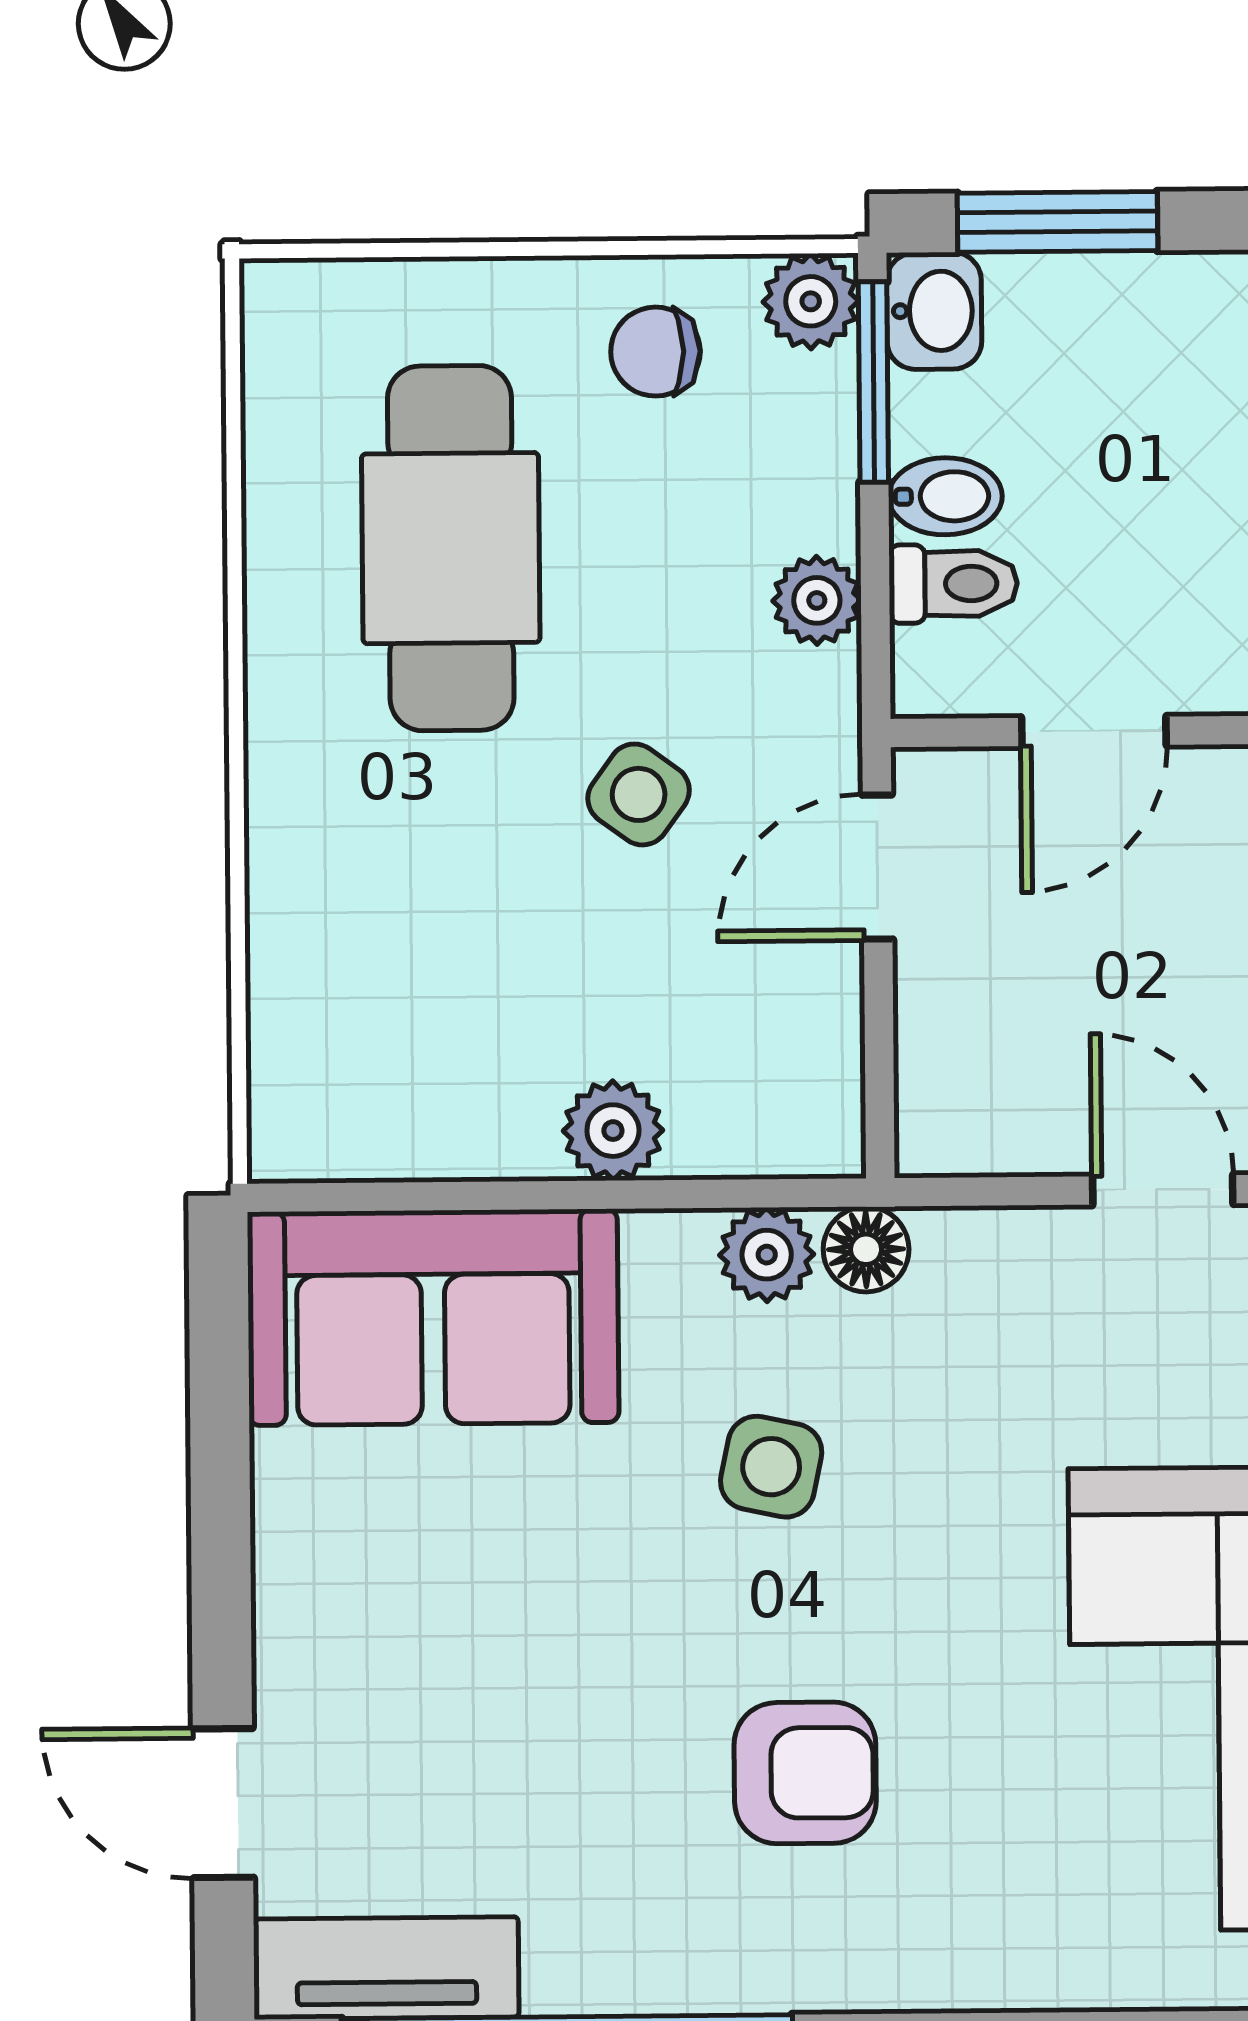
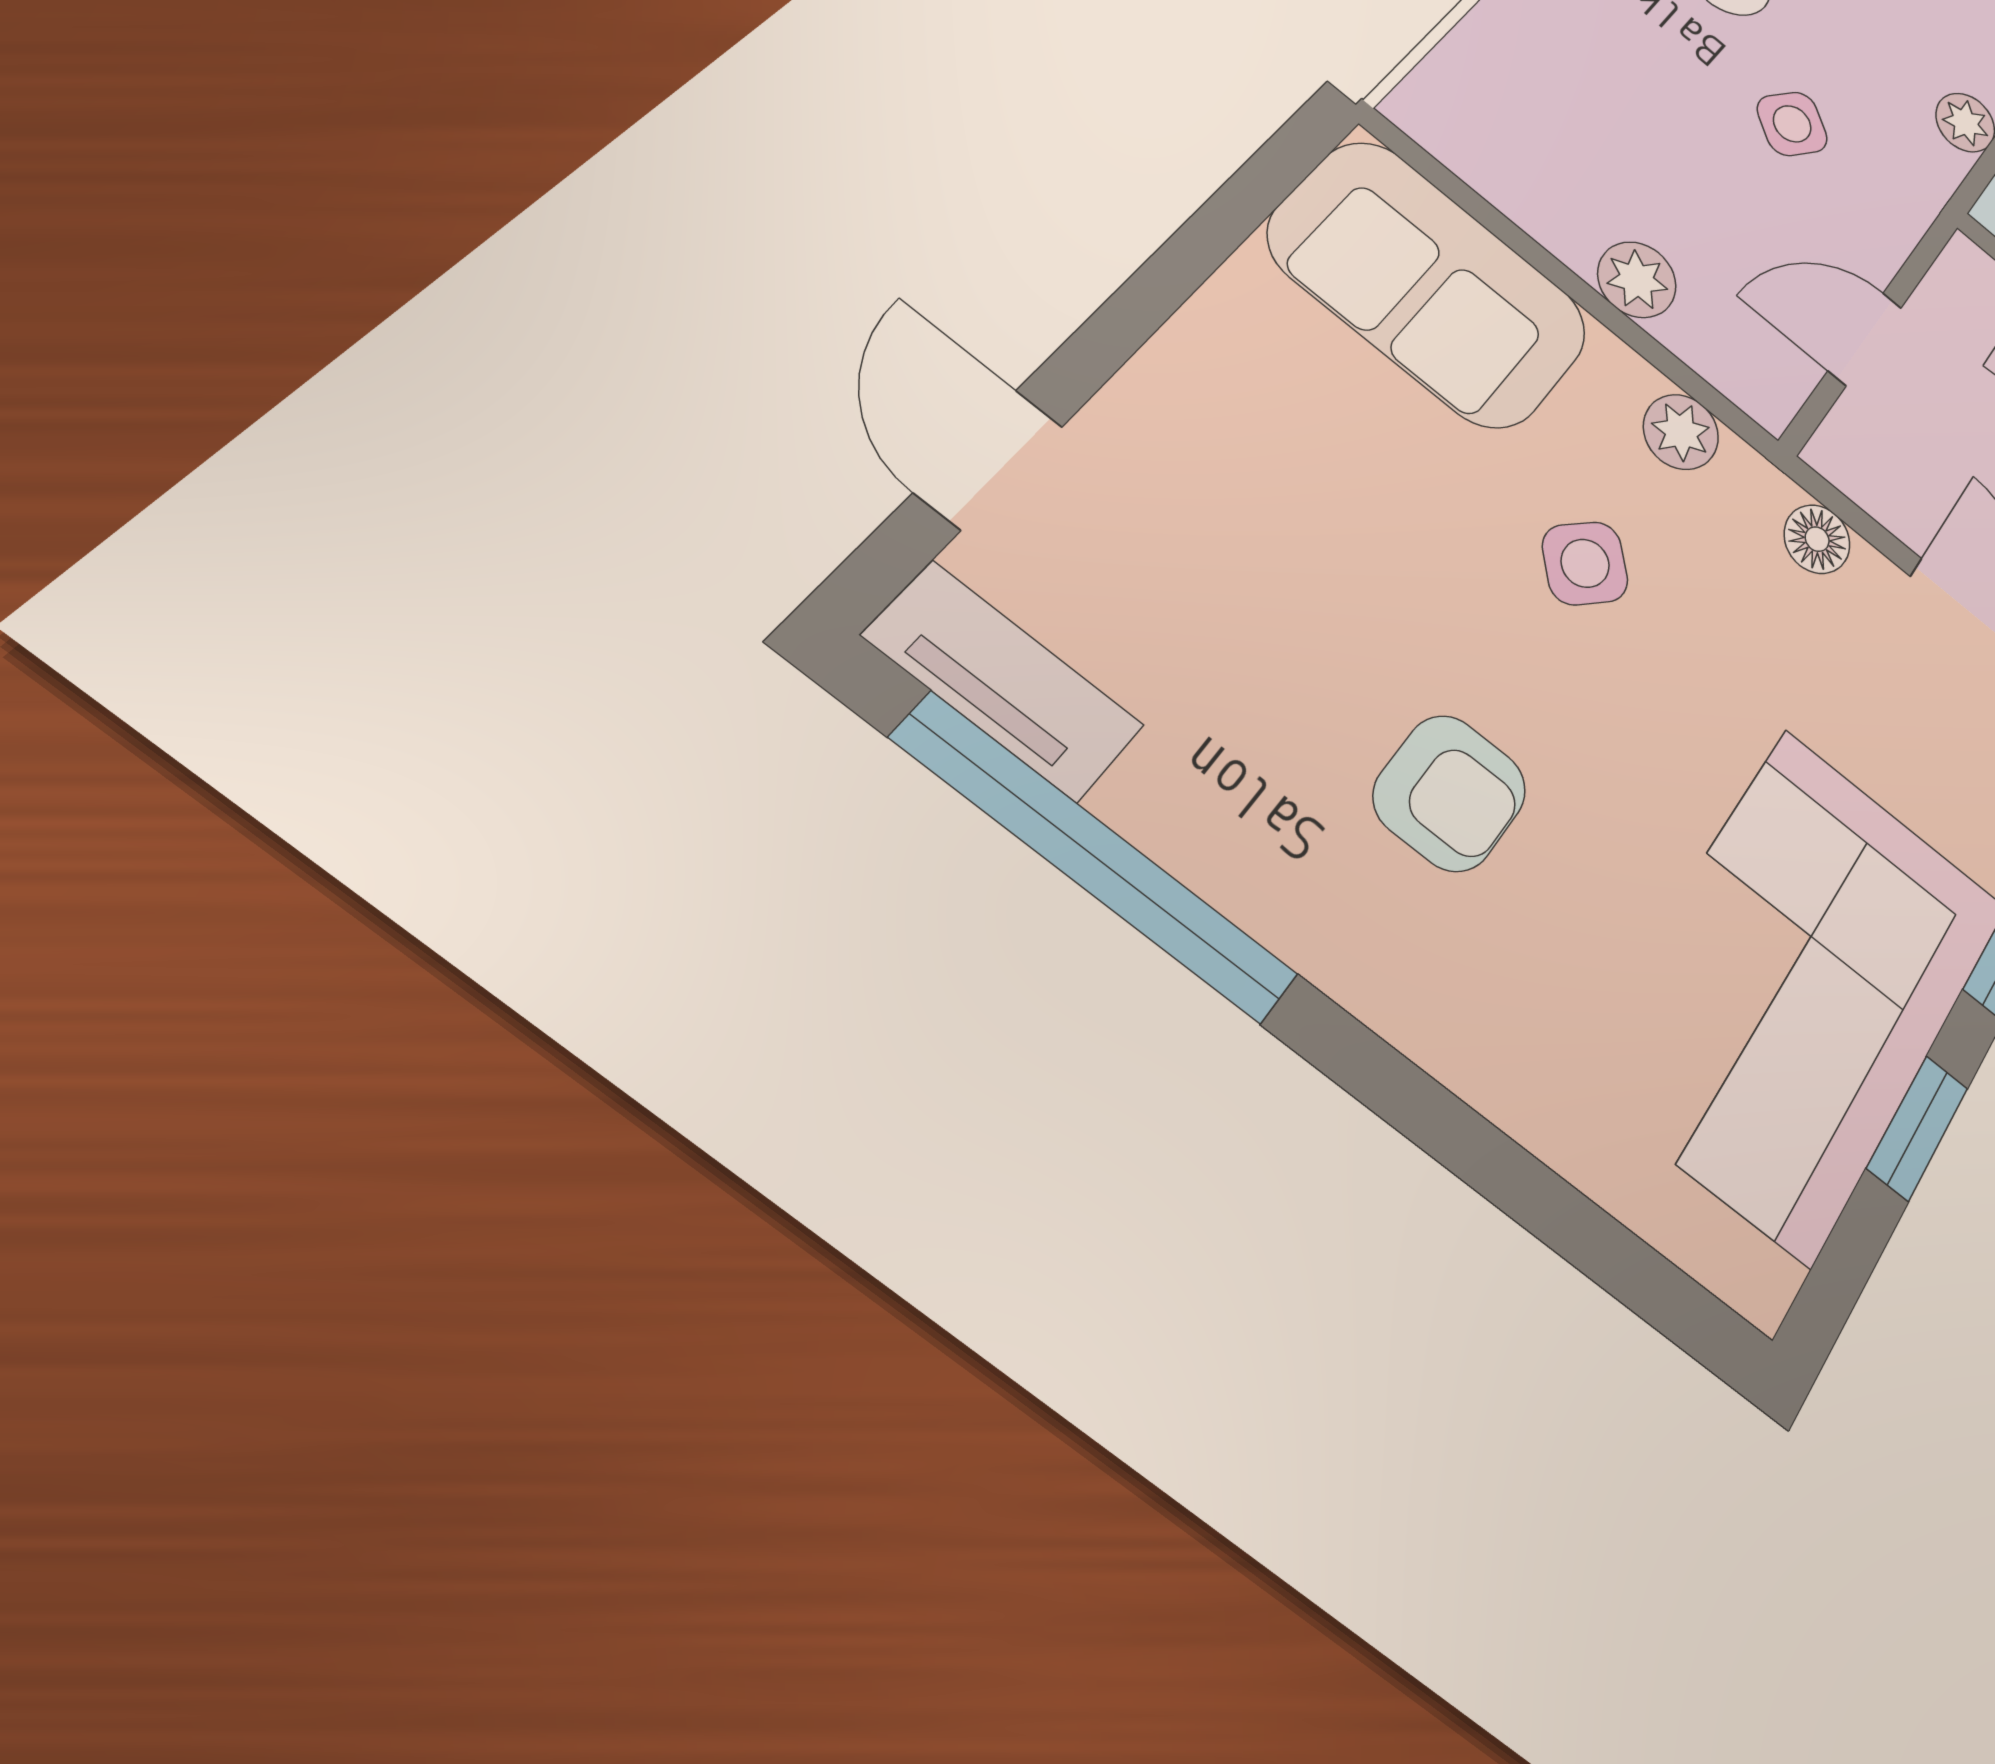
door: (878, 867) -> (1865, 339), moved
floor lamp: (866, 1249) -> (1817, 539), moved
side table: (771, 1467) -> (1585, 563), turned 32

